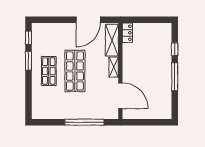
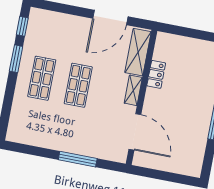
locker: (127, 33) -> (156, 74), moved
shop shelf: (75, 71) -> (78, 85), width x0.70, depth x0.74
window: (84, 122) -> (78, 159), width x0.68

